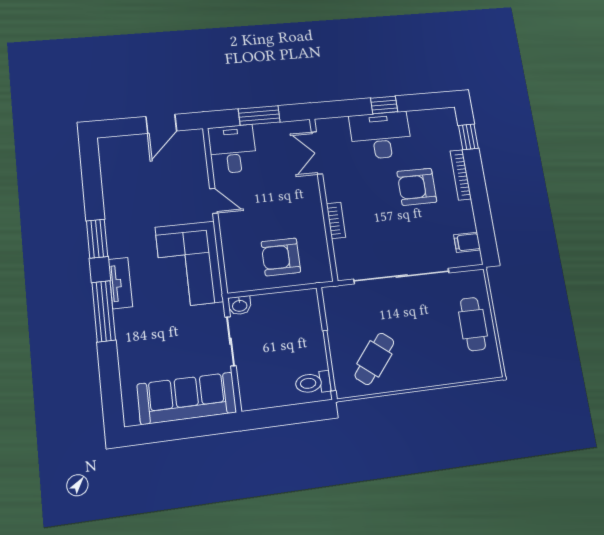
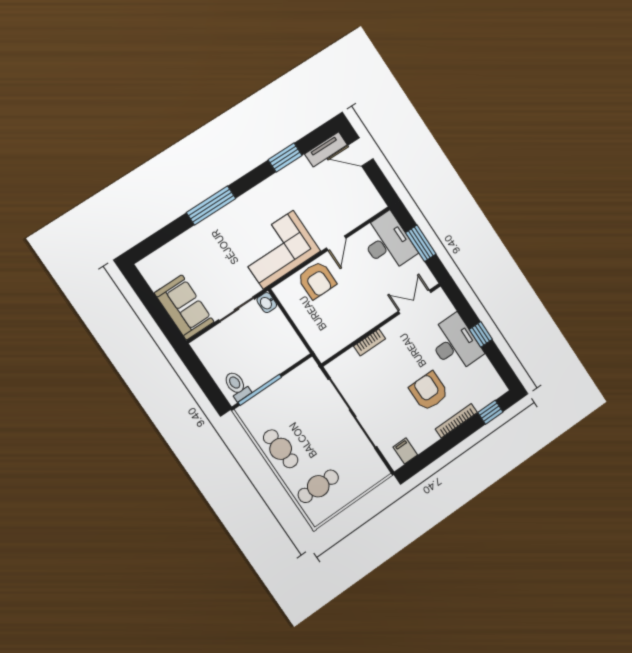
door: (161, 124) -> (361, 152), moved
desk: (233, 149) -> (388, 243), width x1.37
window: (97, 239) -> (285, 158), moved
armchair: (281, 257) -> (317, 280), moved, turned 180
tv unit: (120, 283) -> (326, 149), moved
cafe table: (473, 324) -> (318, 486), moved
cafe table: (374, 359) -> (281, 449), moved, turned 46
sofa: (187, 398) -> (184, 307), width x0.73

